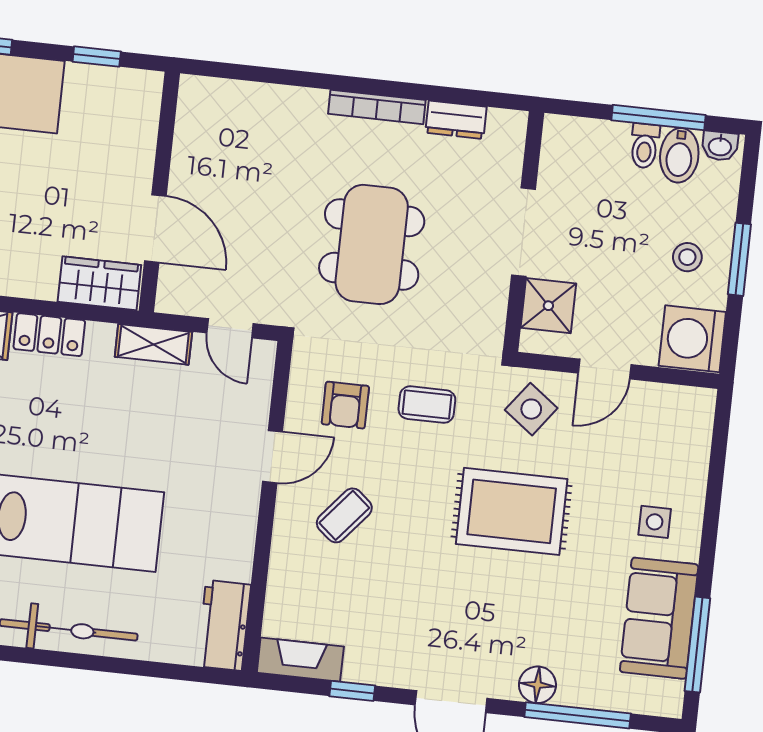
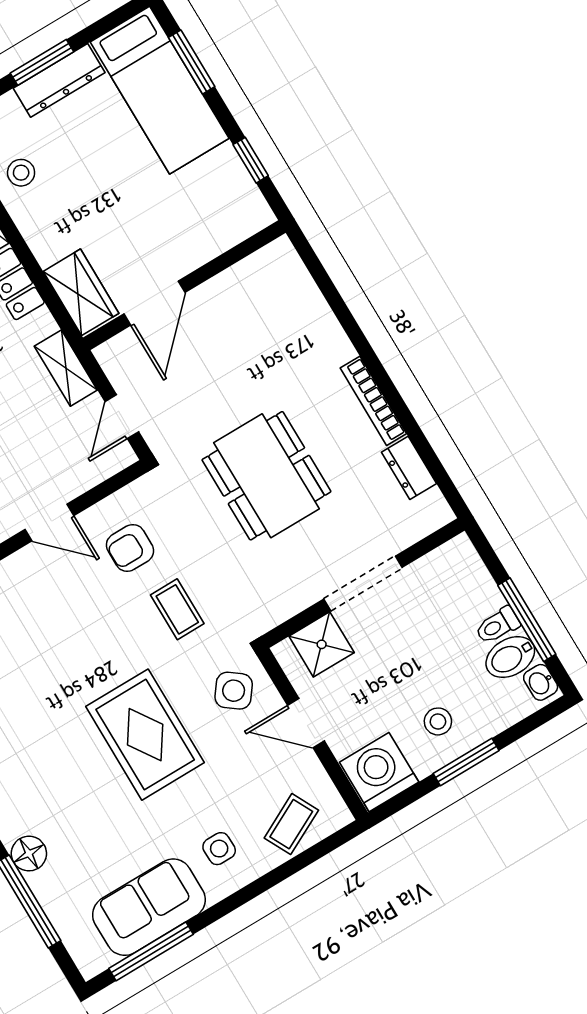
dining table: (372, 244) -> (266, 476), turned 90
coffee table: (344, 515) -> (291, 824), moved, turned -67

